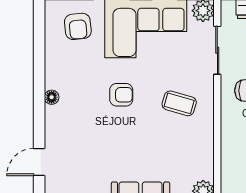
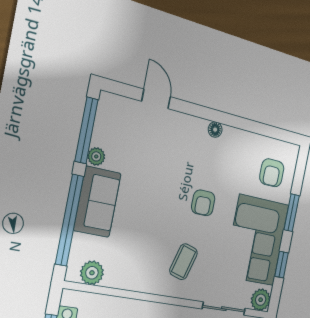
armchair: (78, 26) -> (272, 173), turned -84

